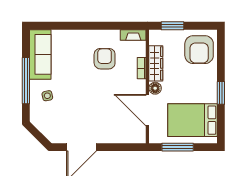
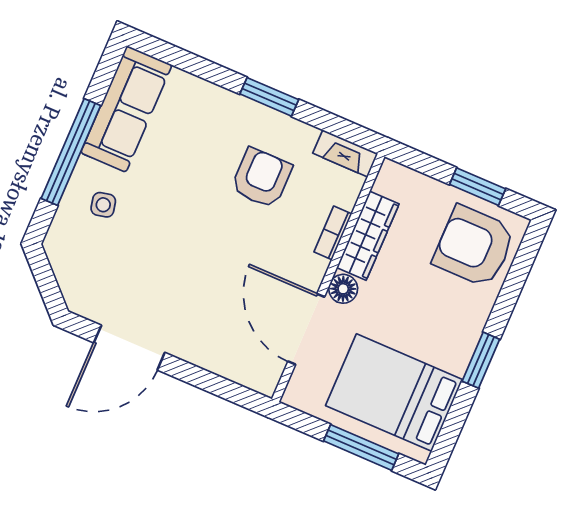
window: (94, 26) -> (269, 97), added
window: (173, 26) -> (478, 187), moved
armchair: (199, 50) -> (474, 246), turned 90
window: (178, 147) -> (361, 447), moved

